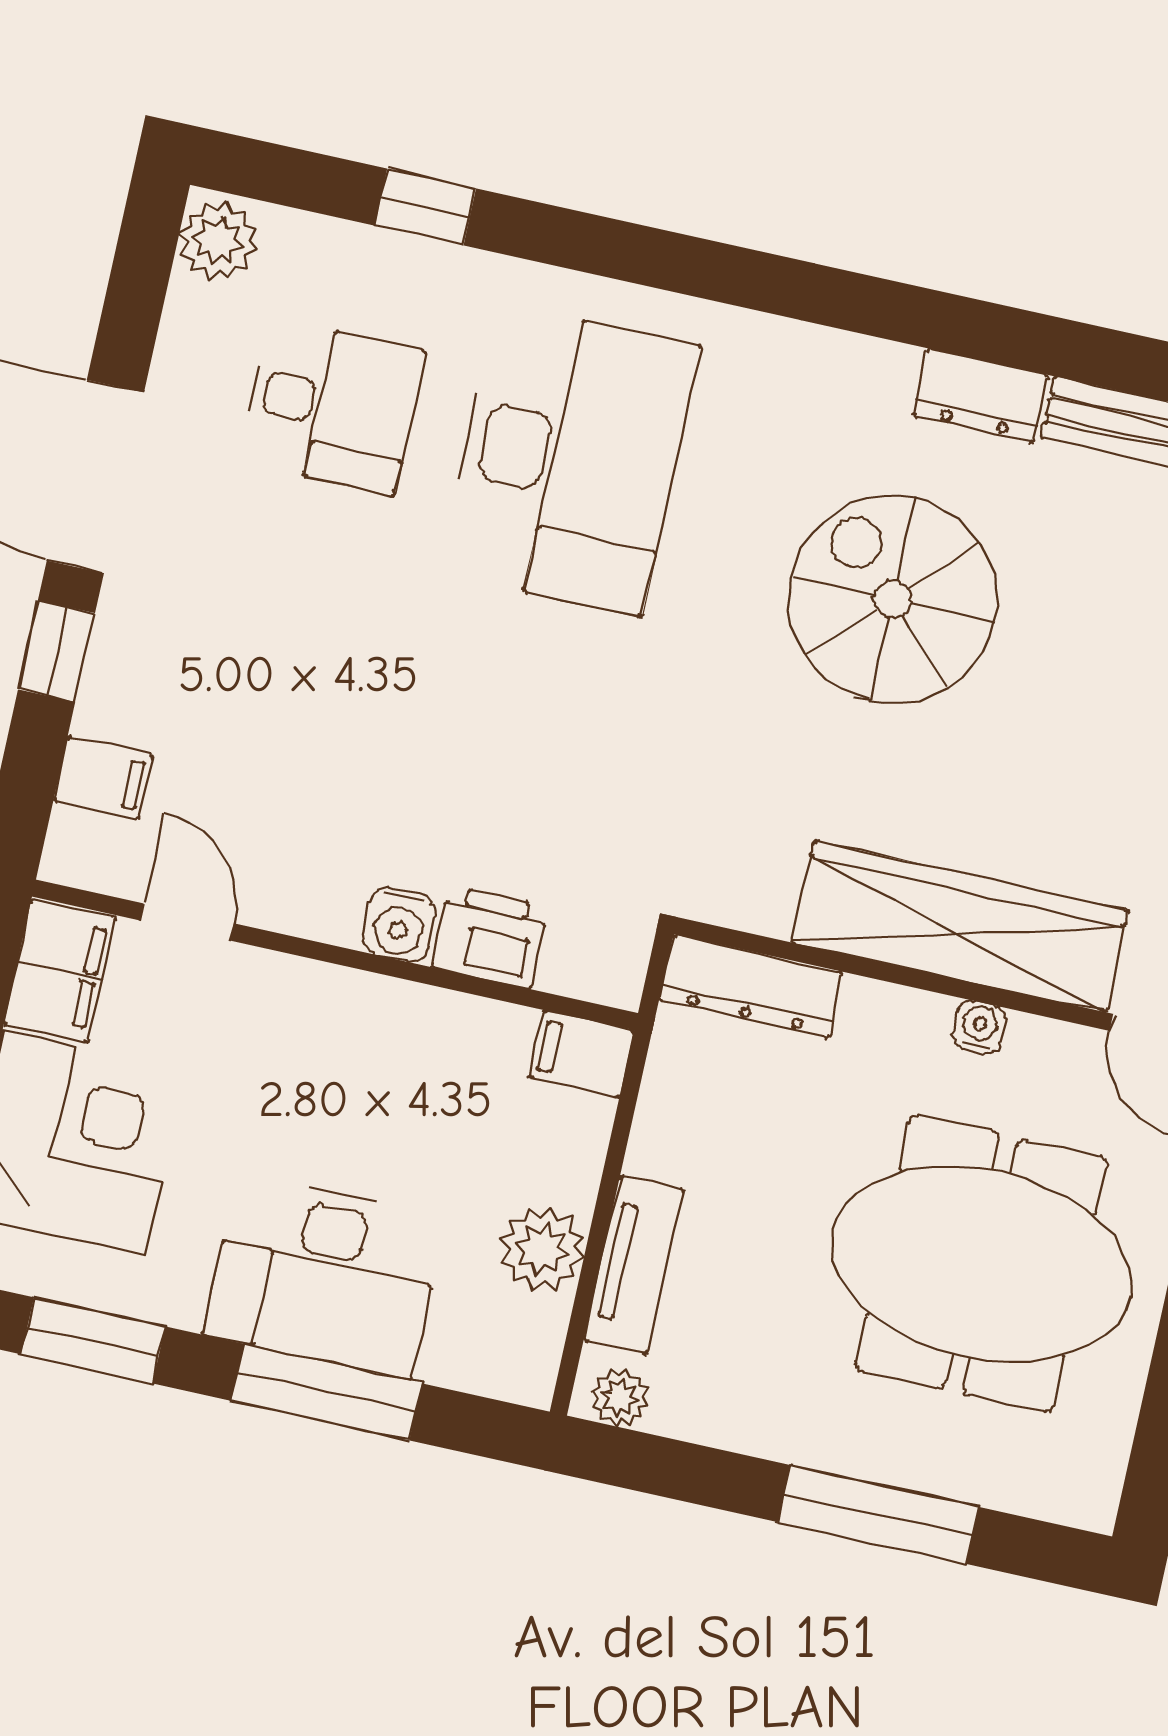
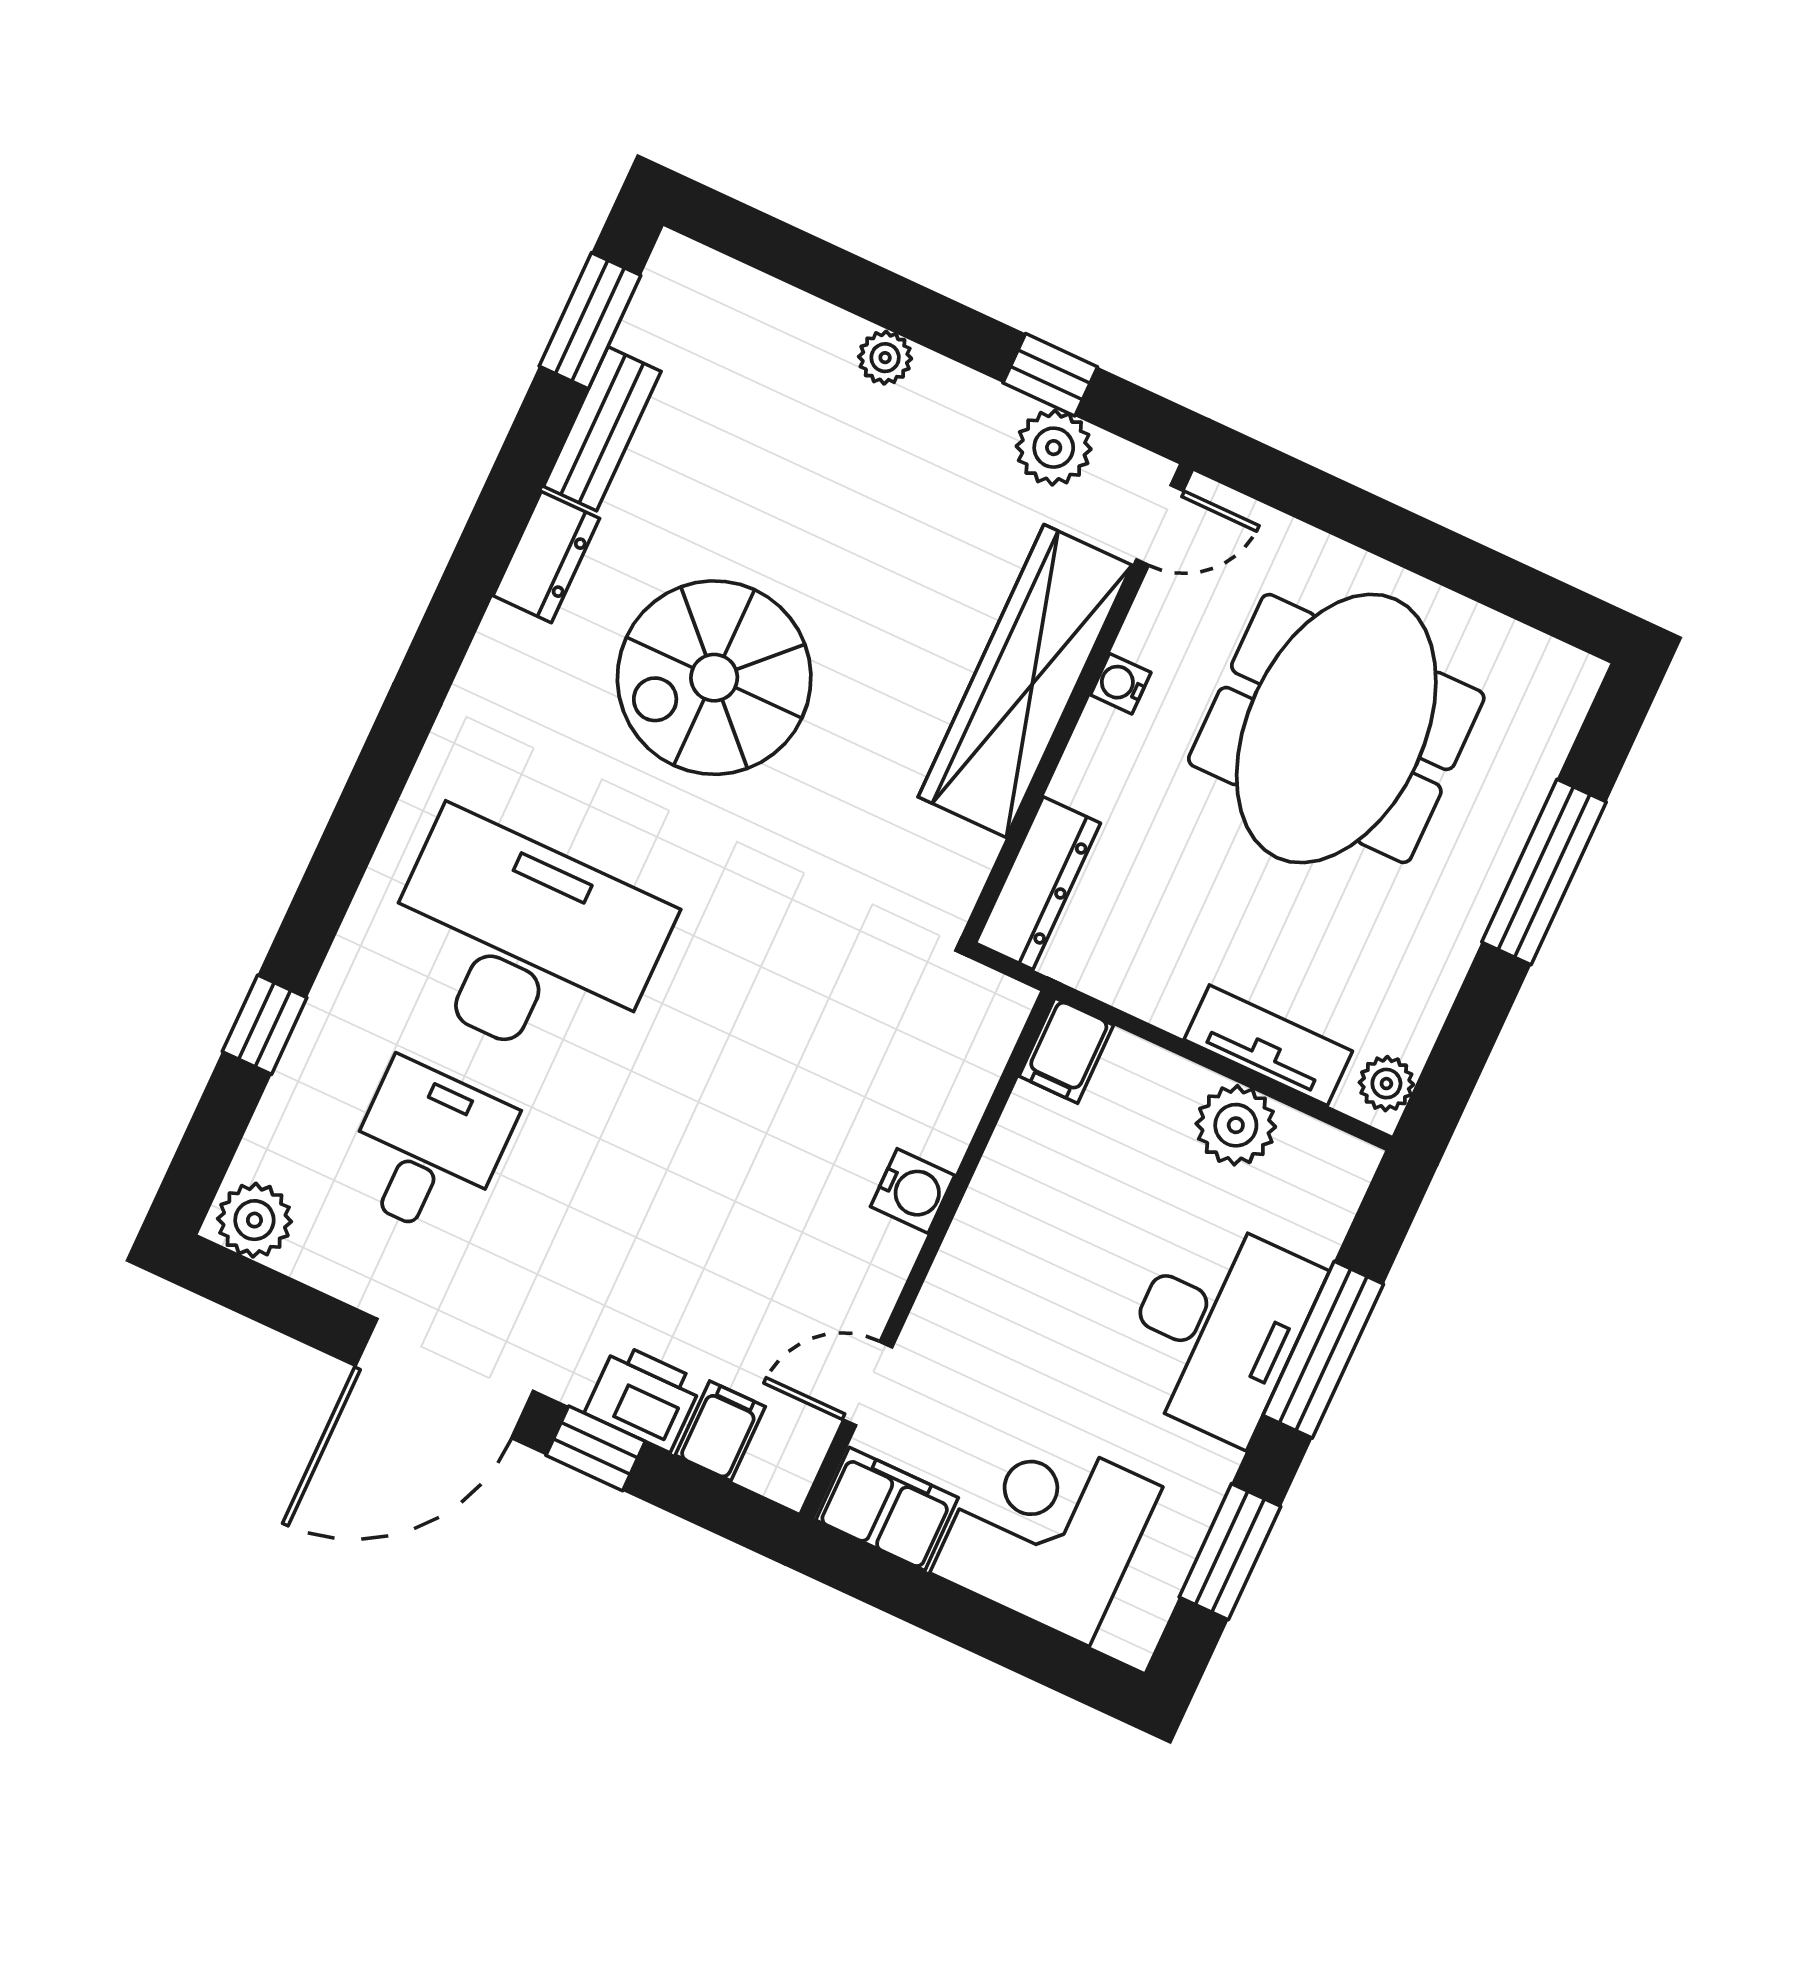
printer: (490, 937) -> (644, 1397), moved, turned 90

